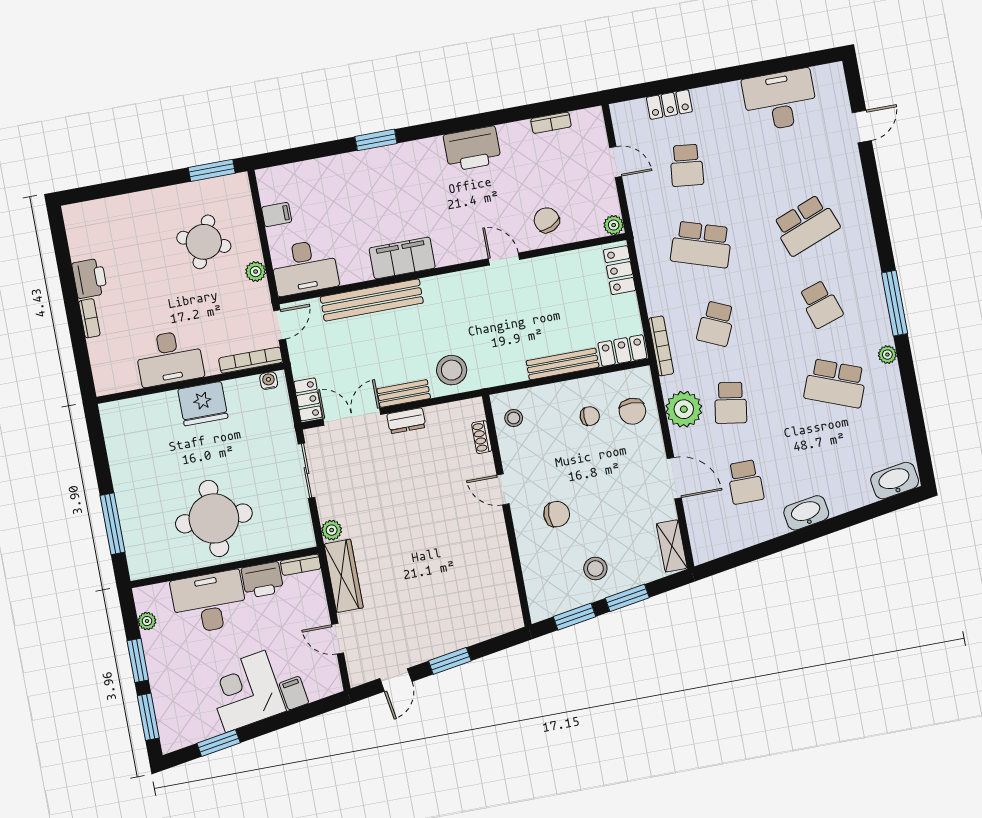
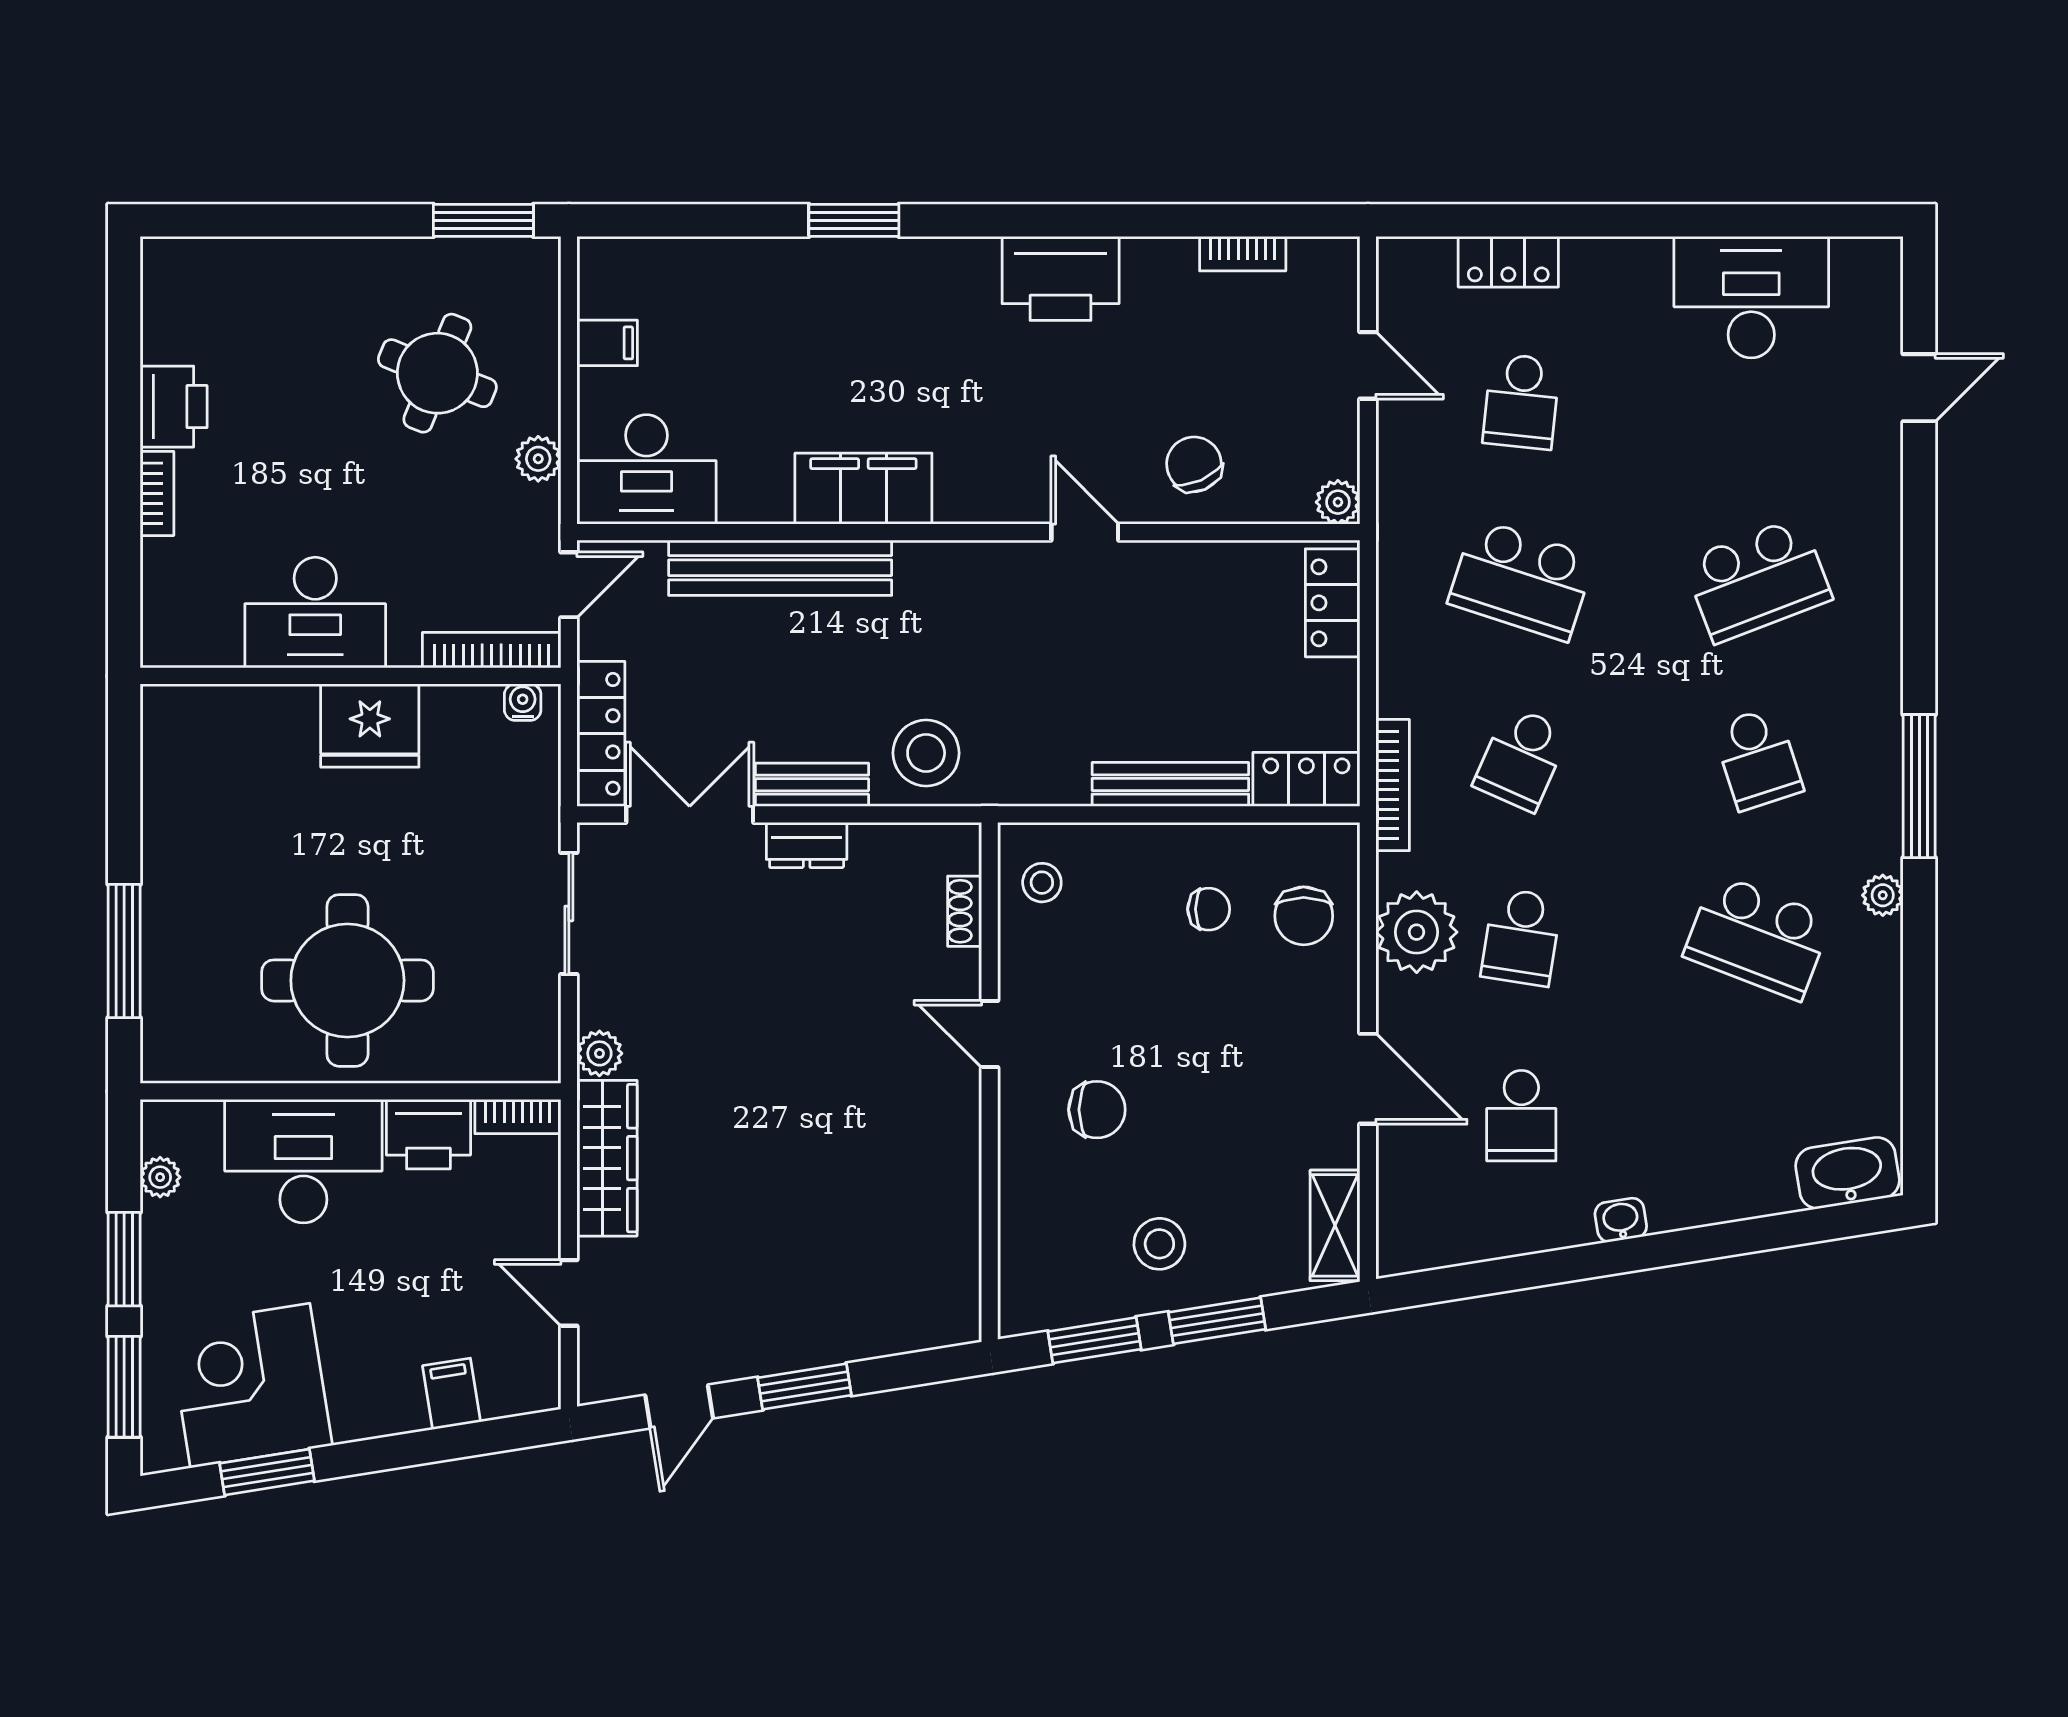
locker: (308, 399) -> (601, 734), width x1.53
washbasin: (806, 513) -> (1621, 1220), width x0.52, depth x0.69
corner desk: (245, 691) -> (250, 1386), moved

